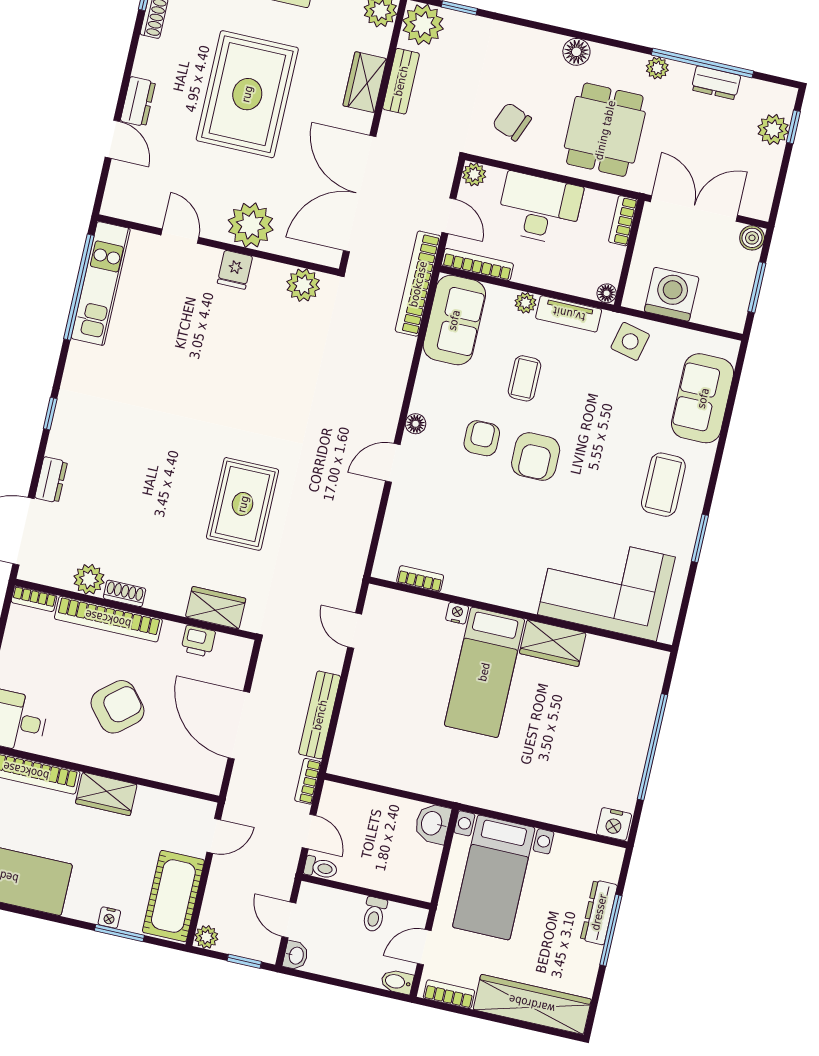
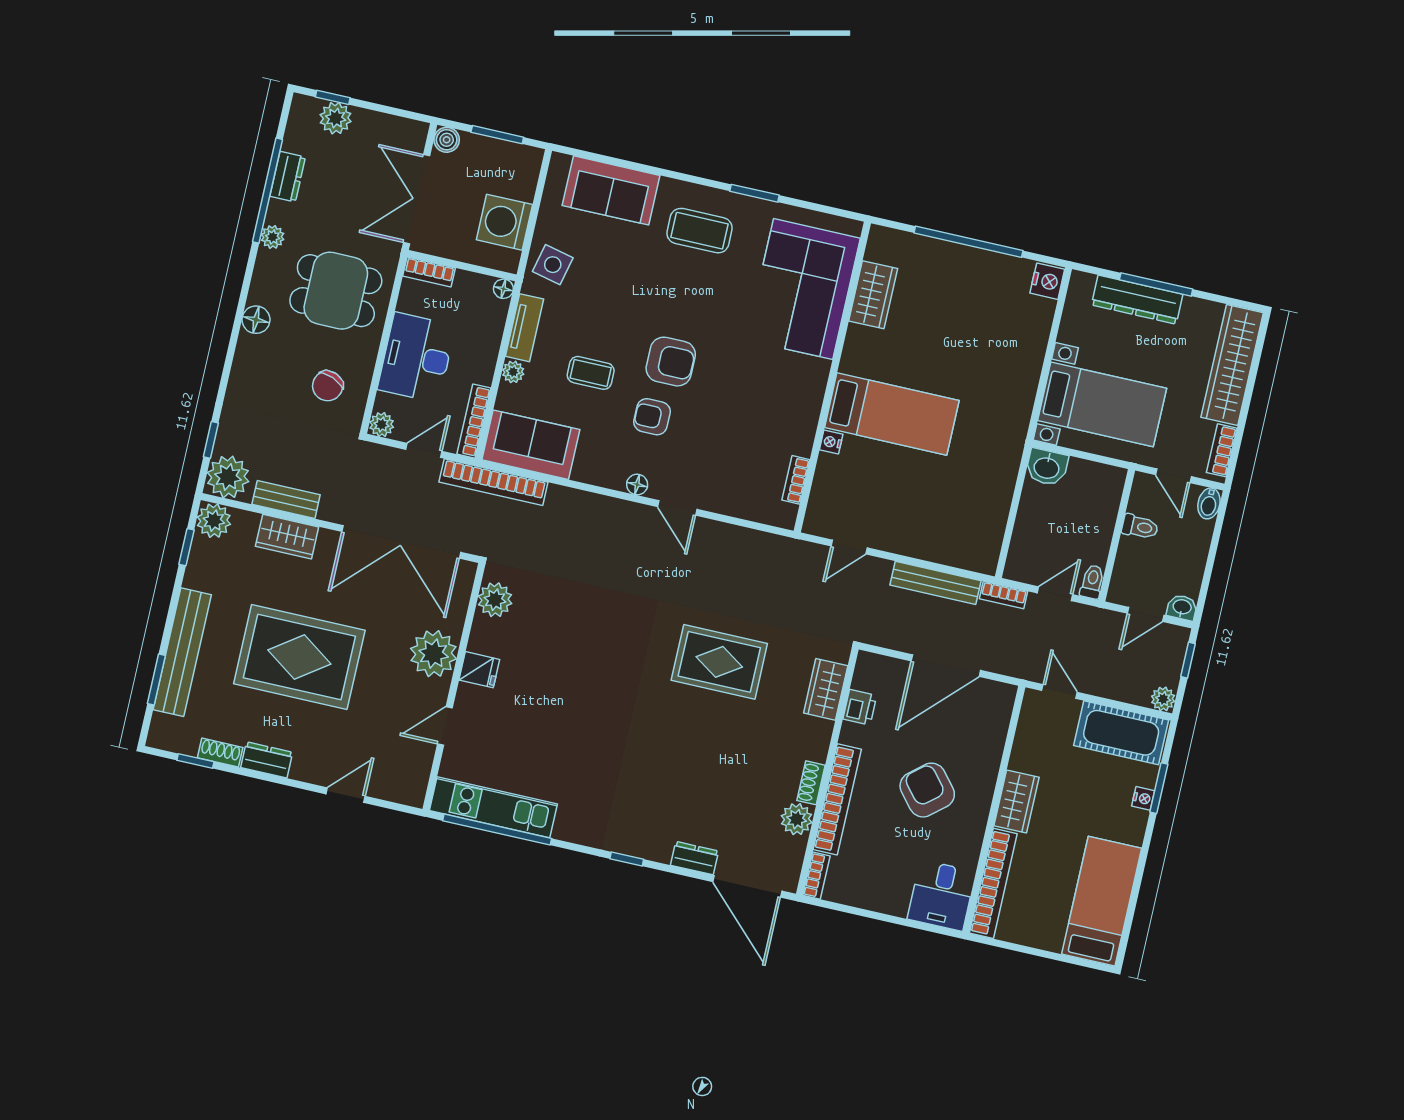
dresser: (138, 102) -> (267, 760), moved
wardrobe: (553, 643) -> (873, 295), moved
dresser: (599, 912) -> (1137, 300), width x1.37, depth x1.24

